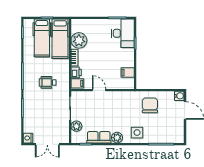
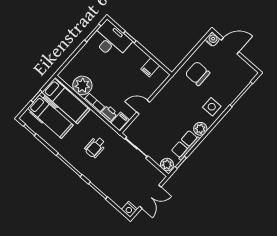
plant: (76, 126) -> (167, 165), moved

